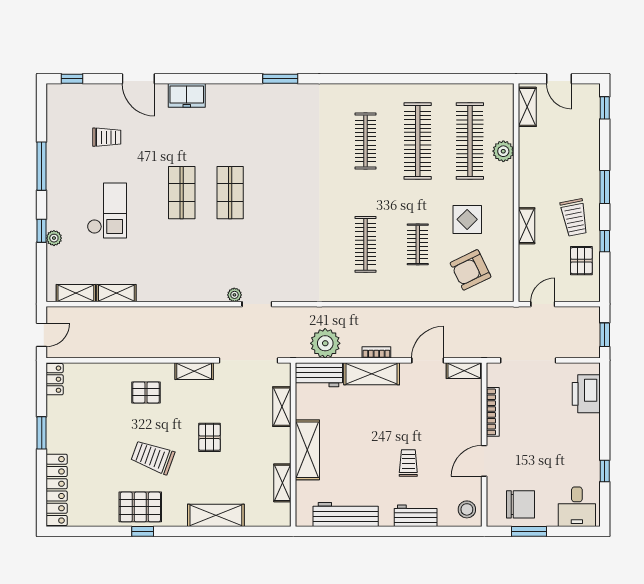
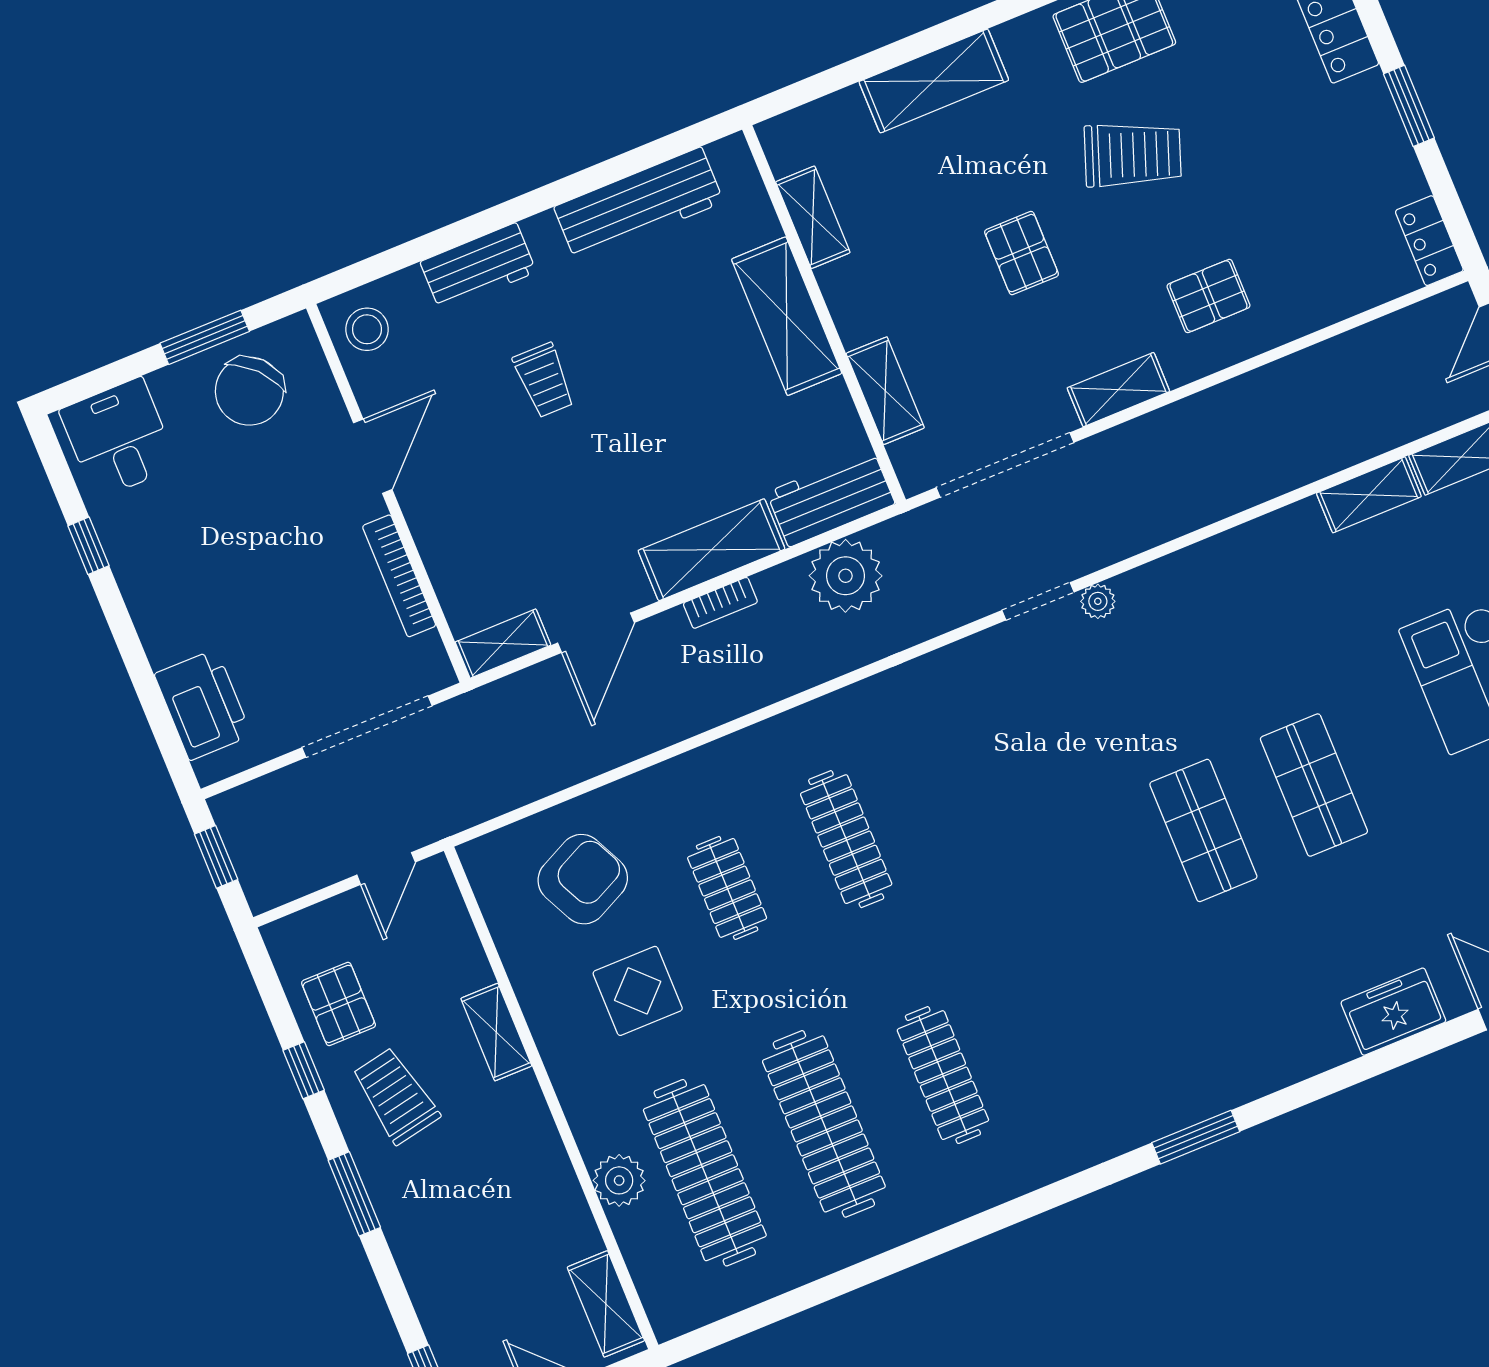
chair: (521, 504) -> (249, 391), turned -43

